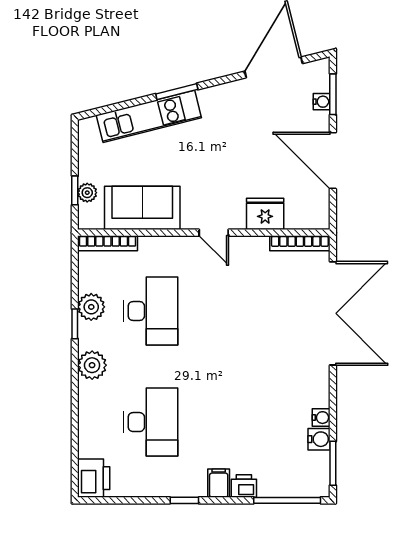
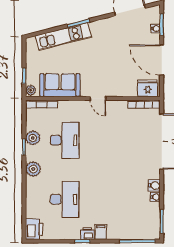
plant: (87, 193) -> (31, 90), moved
fridge: (265, 214) -> (148, 88), moved
water cooler: (319, 439) -> (154, 185), moved
printer: (244, 486) -> (87, 234), moved

